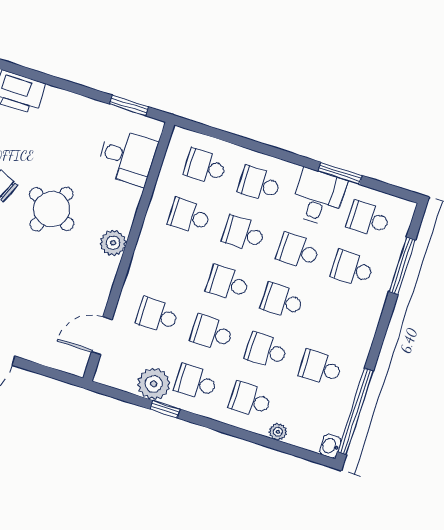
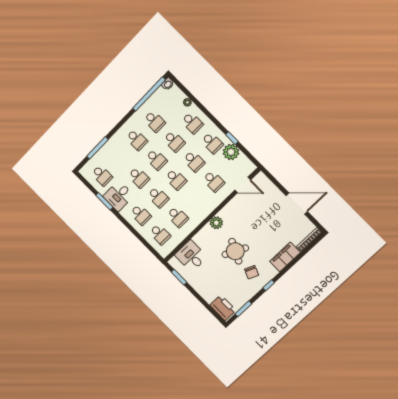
school desk: (352, 269) -> (137, 140), moved

